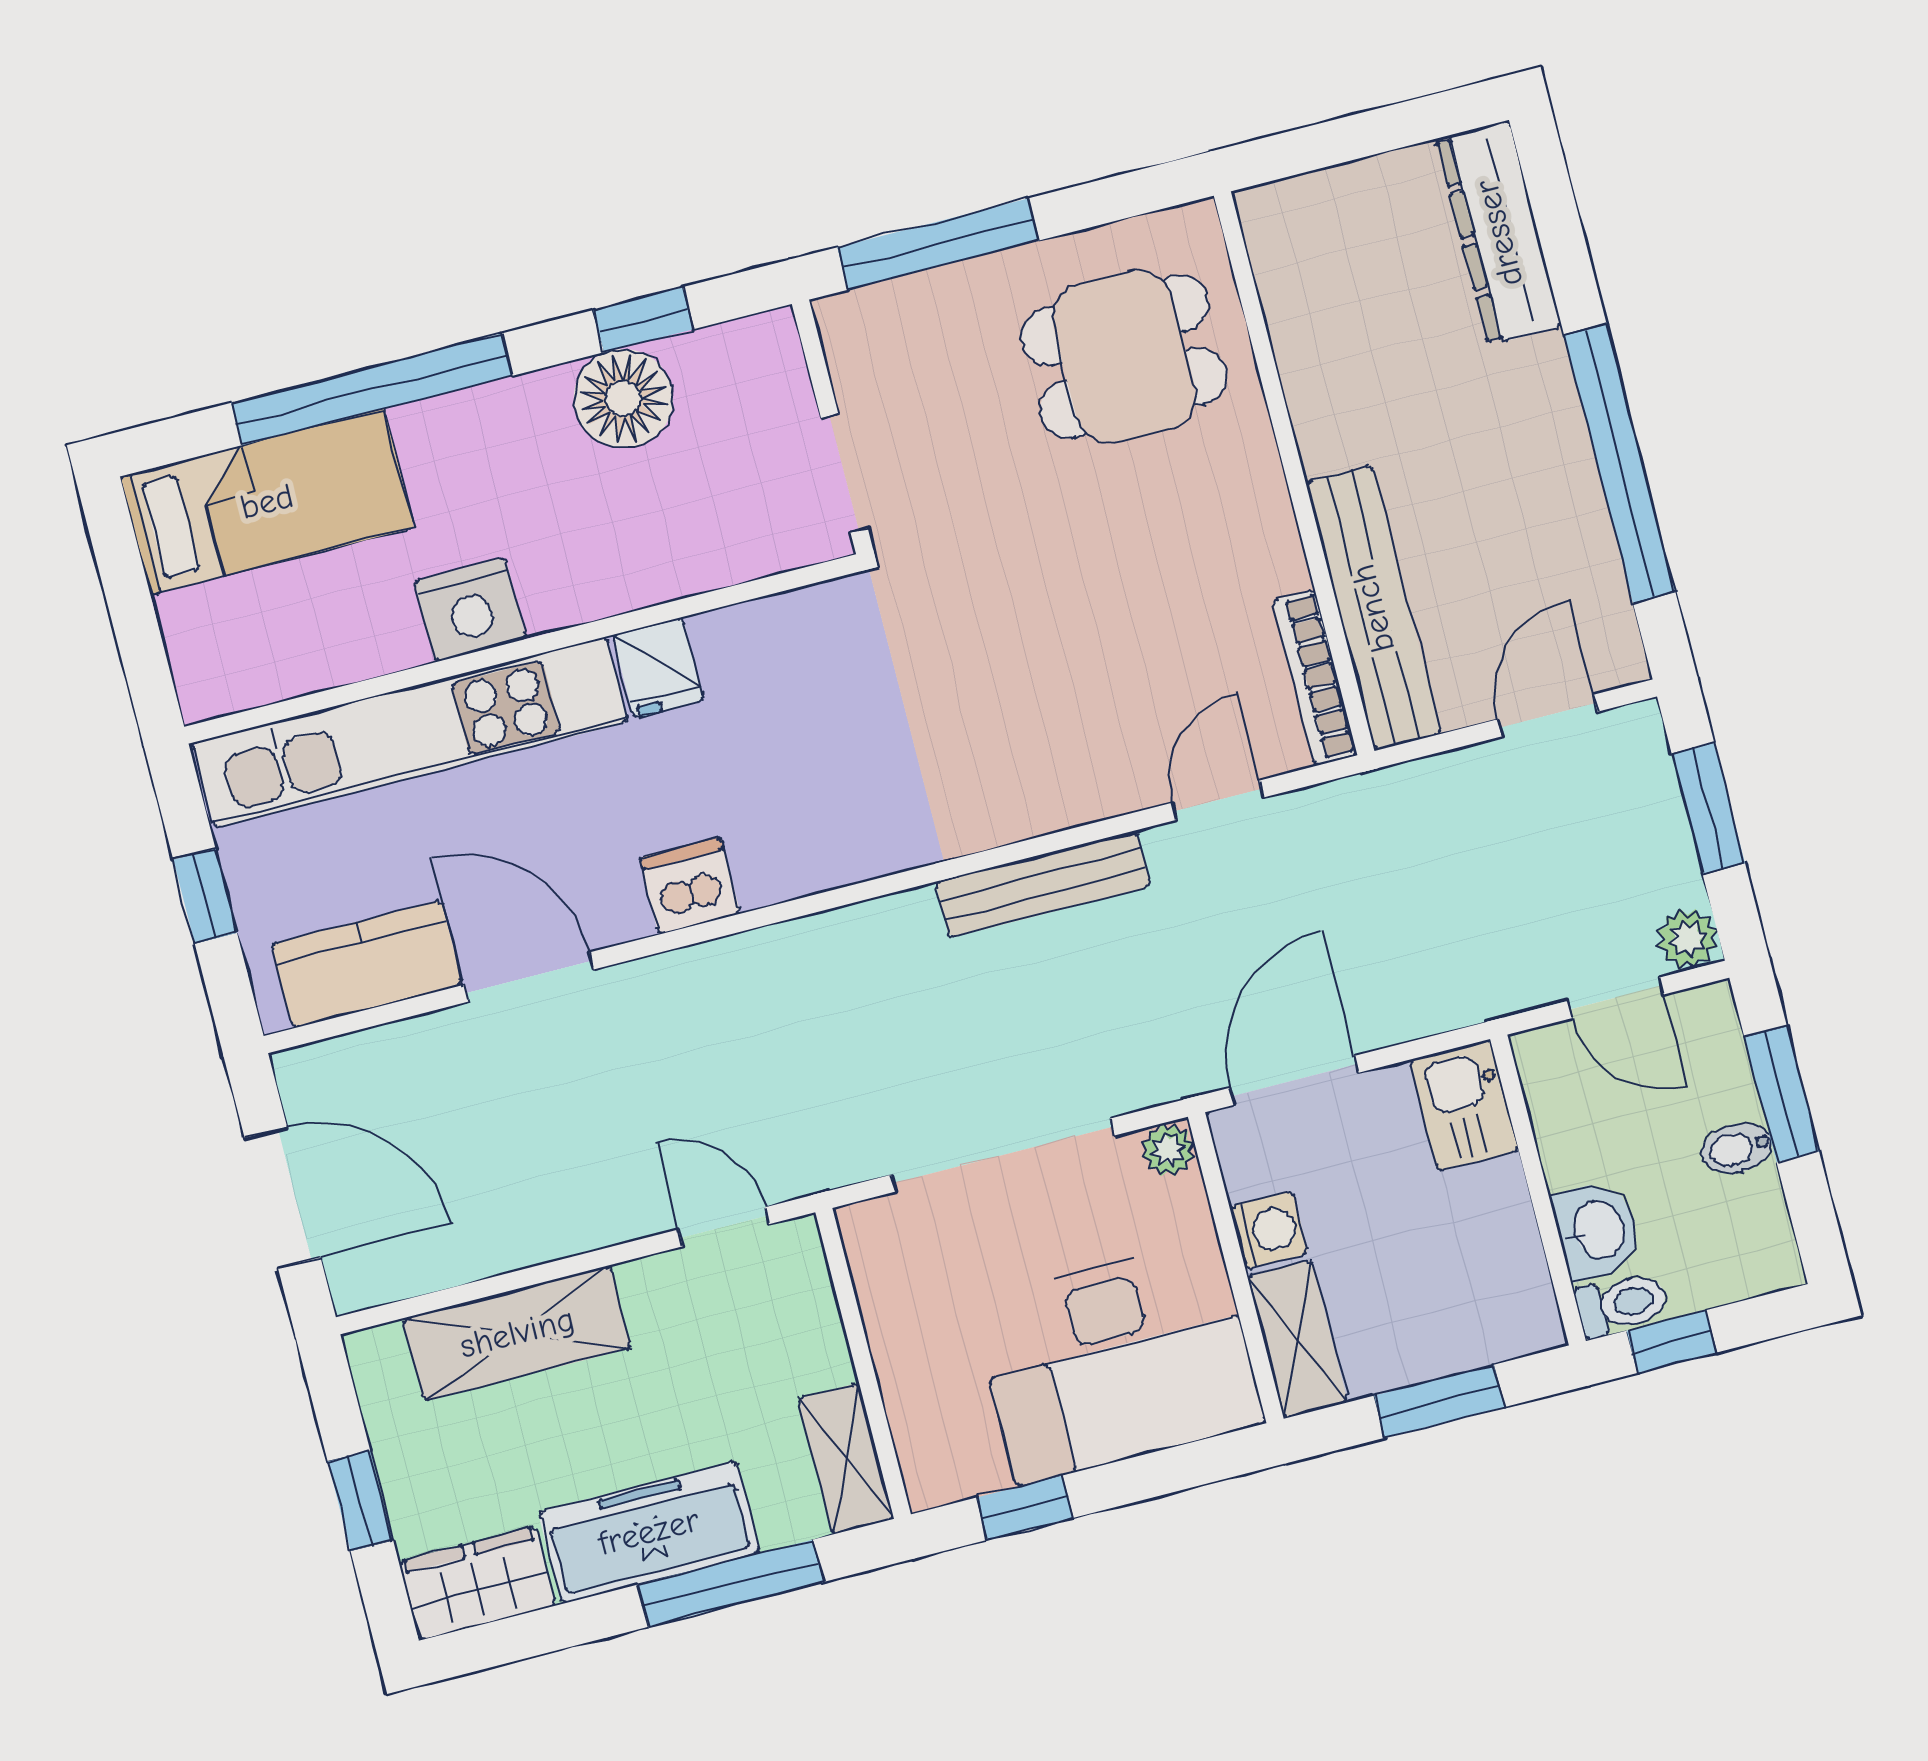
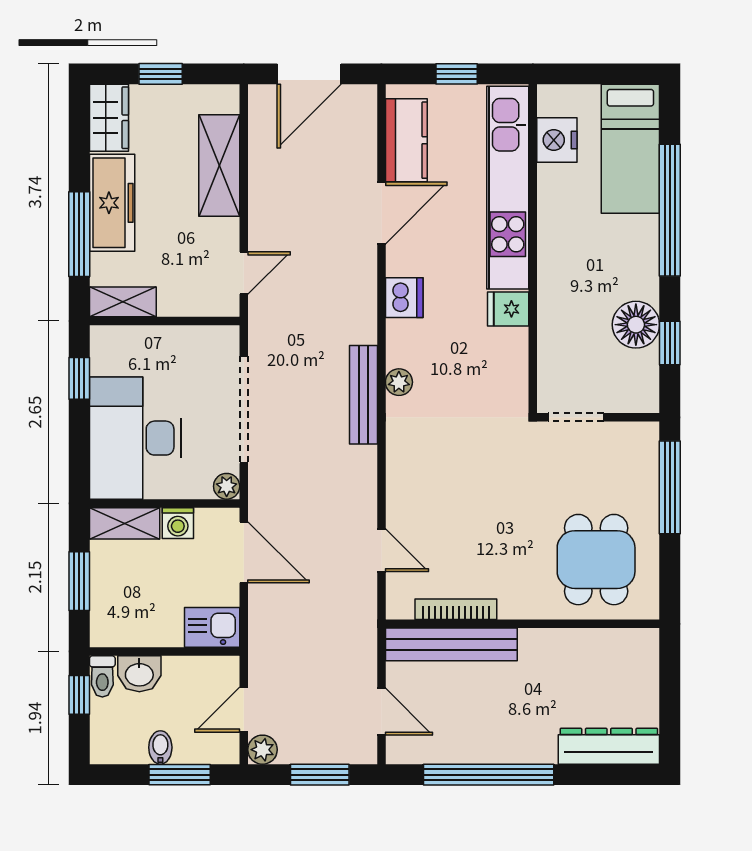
nightstand: (470, 610) -> (557, 140), moved
bookcase: (1315, 678) -> (456, 609), moved
plant: (865, 853) -> (399, 382), added
bench: (1043, 884) -> (363, 395), moved

